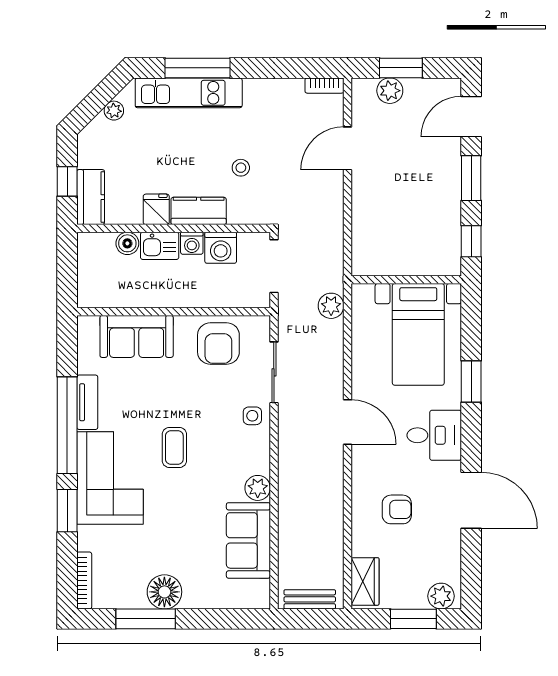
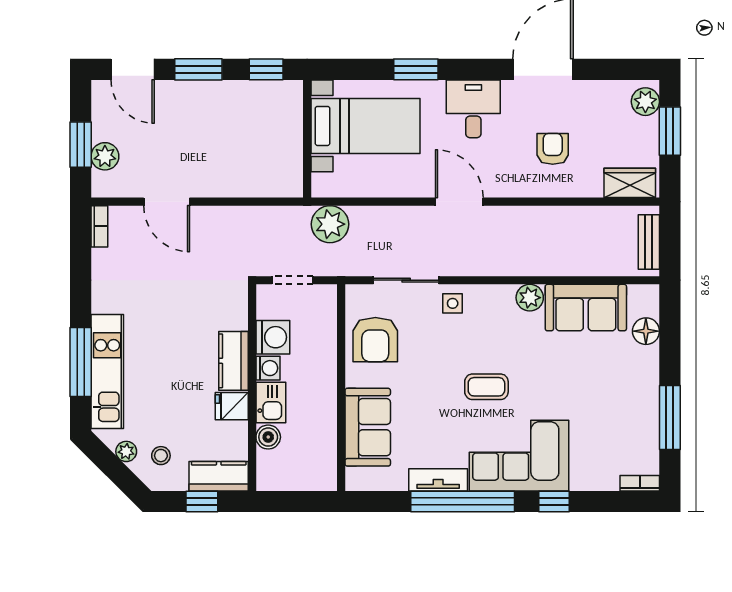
stool: (241, 168) -> (161, 456), moved
doorway: (274, 266) -> (293, 280), width x0.73
plant: (331, 306) -> (330, 224), width x1.36, depth x1.36
armchair: (218, 343) -> (375, 340), turned 90
door: (347, 422) -> (459, 202), hinge flipped
window: (67, 511) -> (554, 501), width x0.67
bookcase: (84, 580) -> (640, 483), width x0.64
floor lamp: (164, 592) -> (646, 331), moved, width x0.73, depth x0.73

